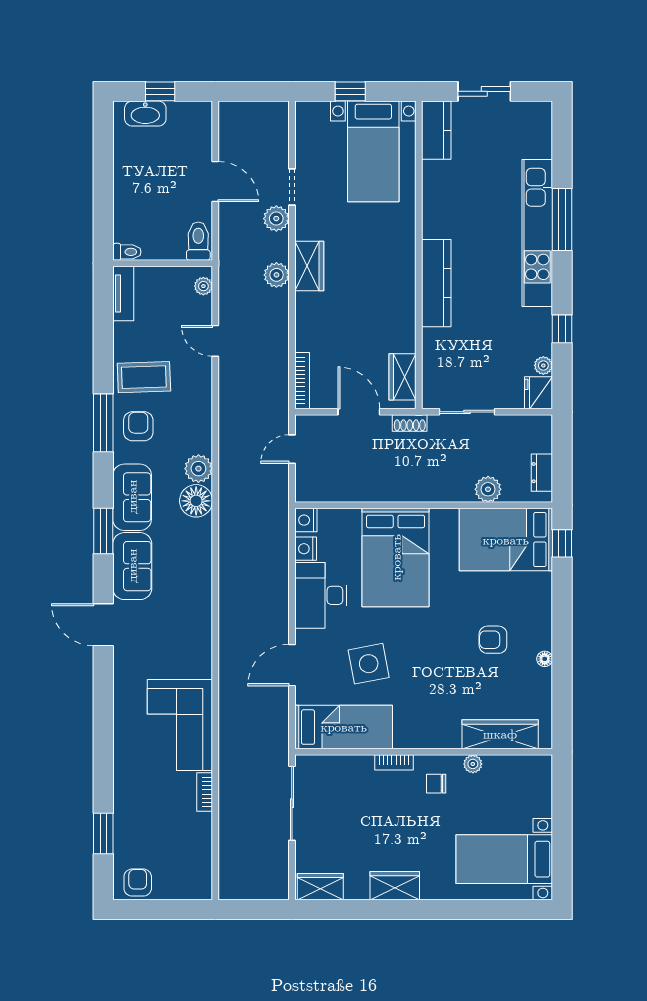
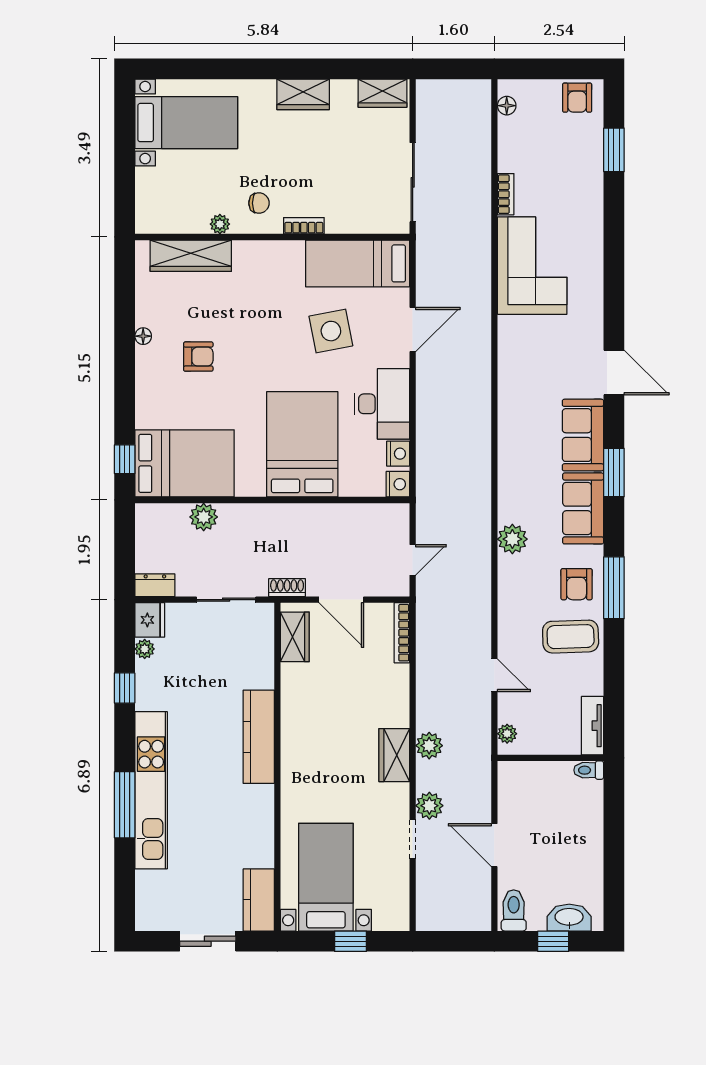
toilet: (198, 241) -> (514, 910), moved, turned 180
dresser: (542, 473) -> (155, 585), moved, turned -90
floor lamp: (196, 501) -> (507, 106), moved, width x0.53, depth x0.53

